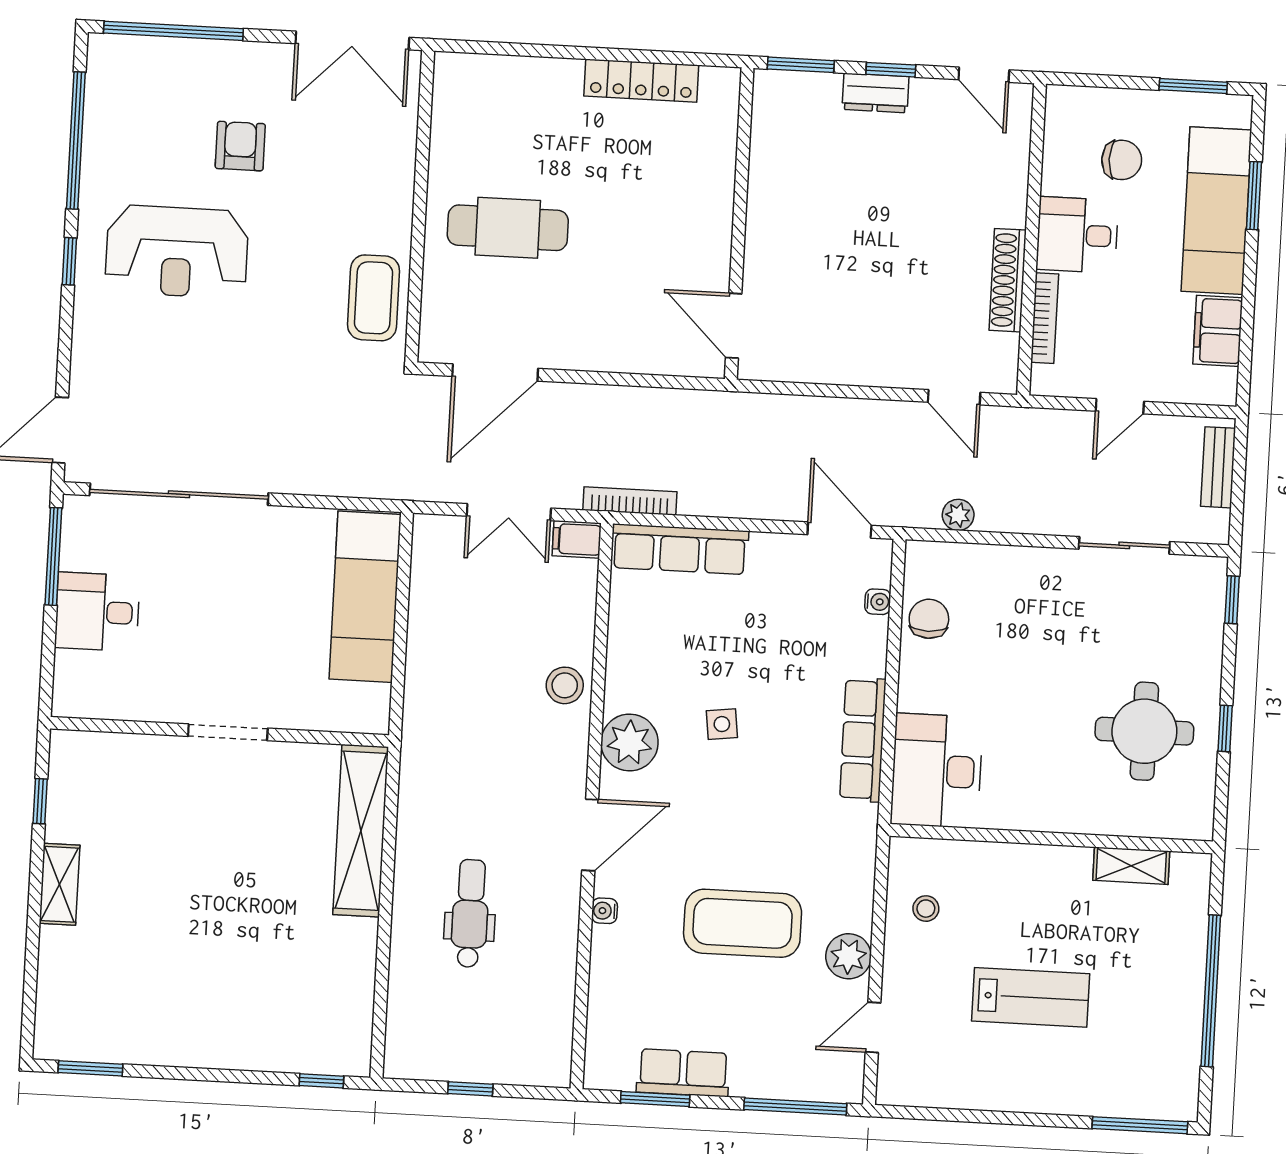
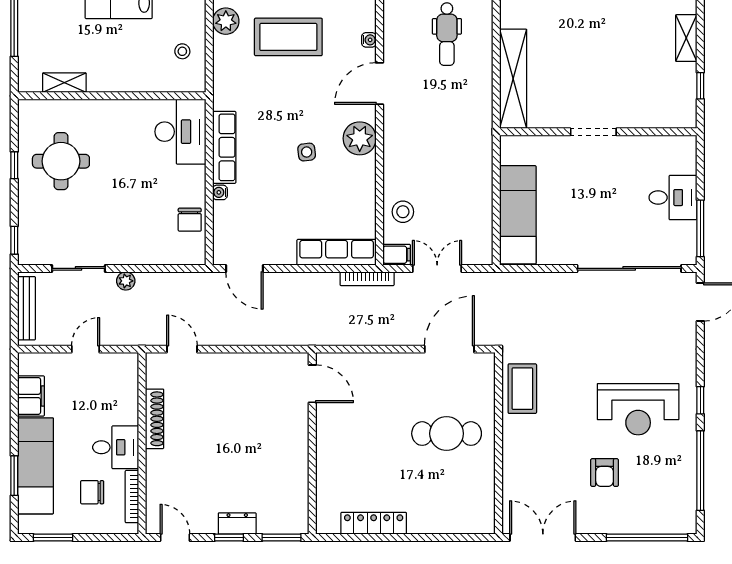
reception desk: (177, 252) -> (638, 409), turned 180
bookcase: (1045, 318) -> (132, 497), moved
bench: (1218, 467) -> (26, 308), width x1.36
plant: (958, 515) -> (126, 281), moved
water cooler: (878, 602) -> (220, 192), moved
stool: (565, 685) -> (403, 212), moved

